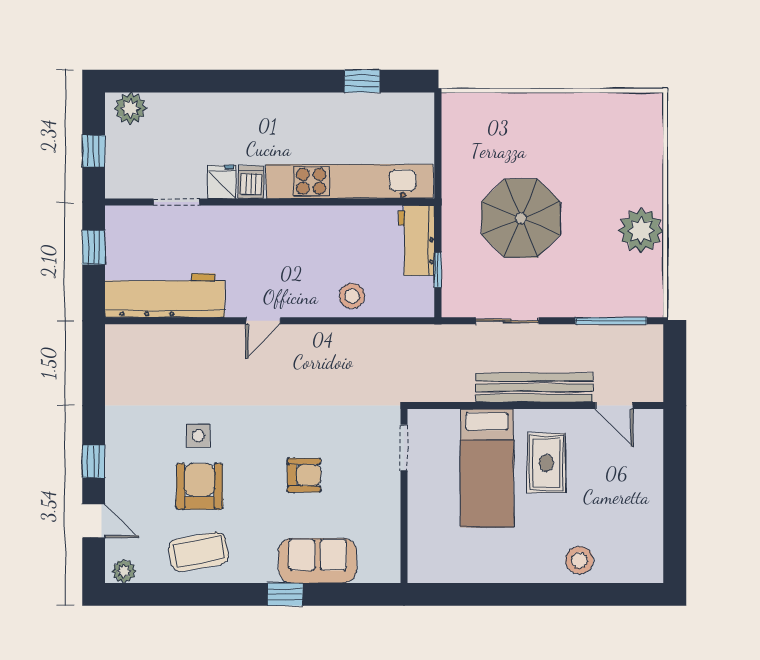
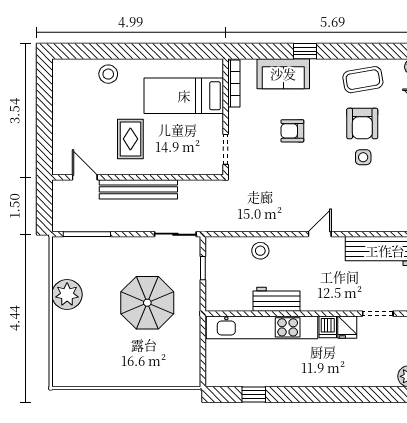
workbench: (416, 240) -> (276, 299), moved, turned -90
sliding door: (507, 321) -> (175, 234), moved
bed: (487, 468) -> (184, 96), moved, turned -90
bookcase: (392, 546) -> (234, 83), added

